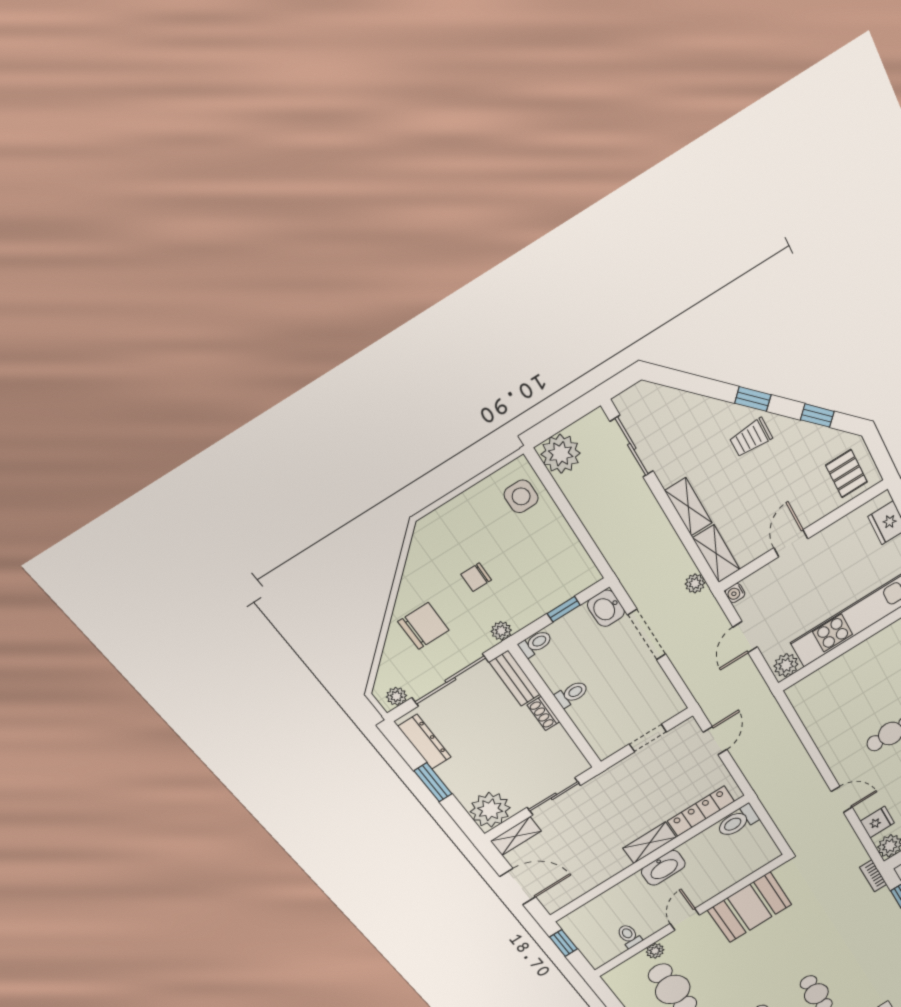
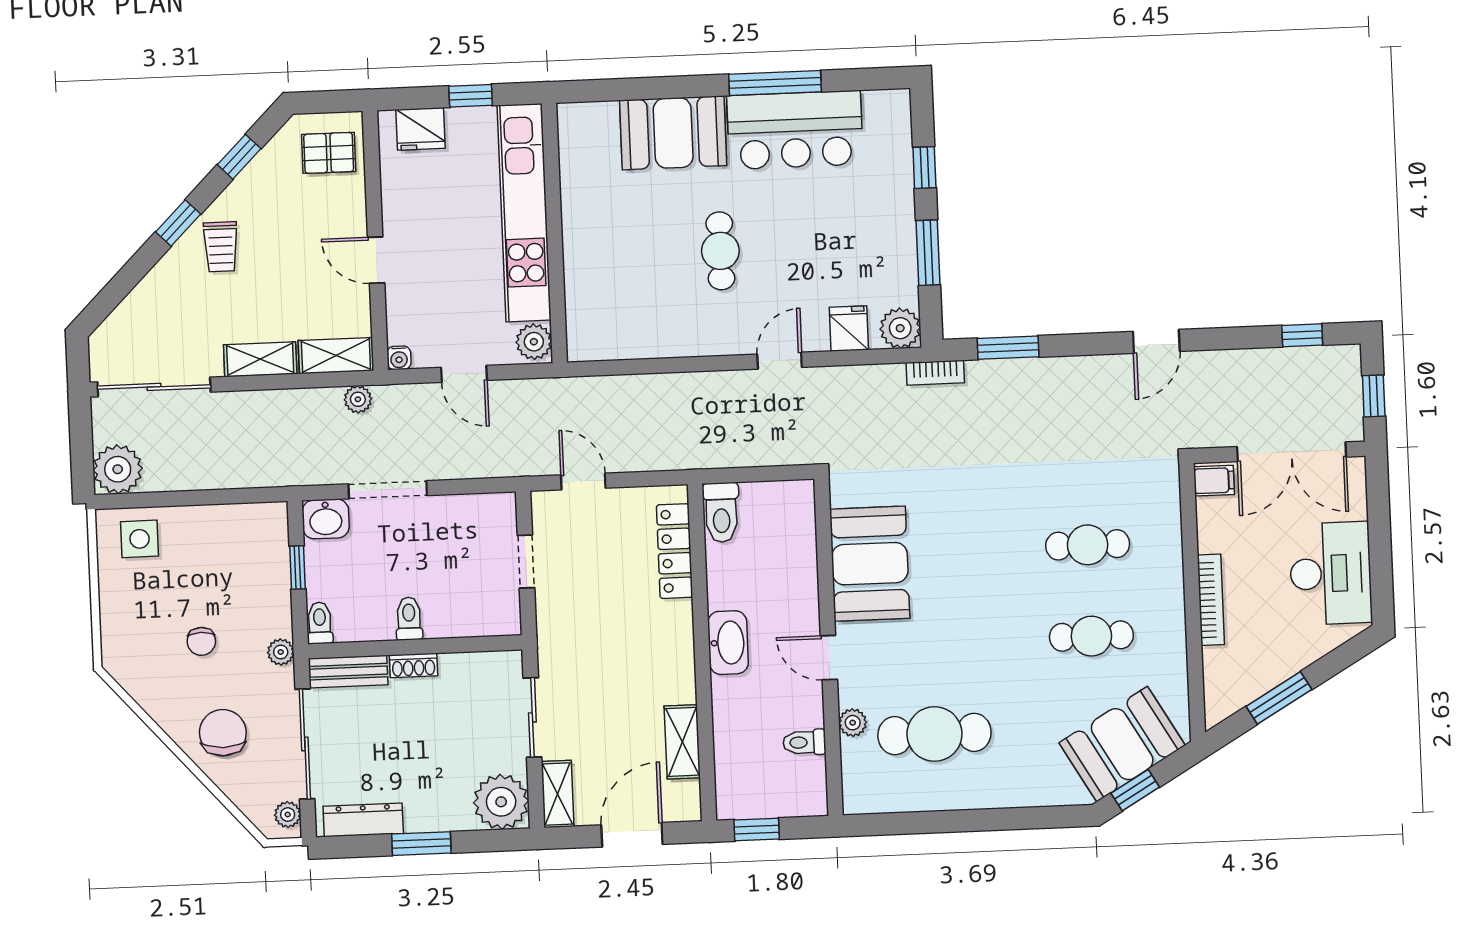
sliding door: (632, 446) -> (154, 387), width x1.37
shelving: (650, 843) -> (682, 742), moved

